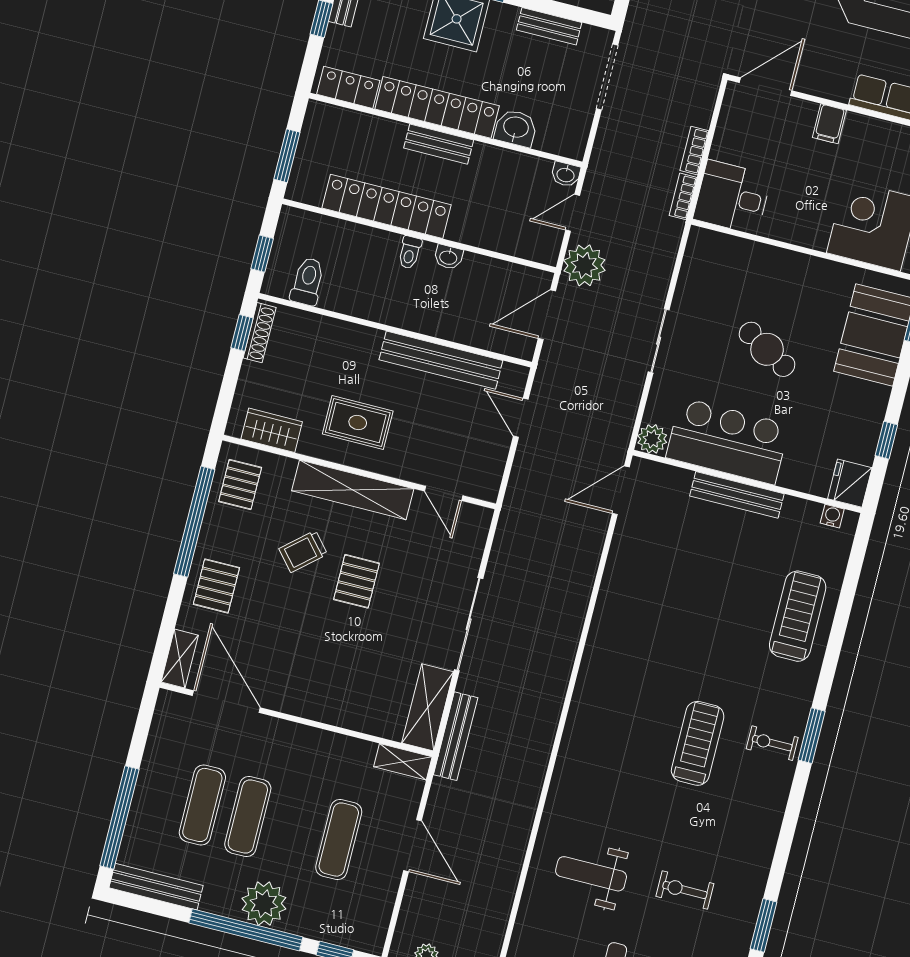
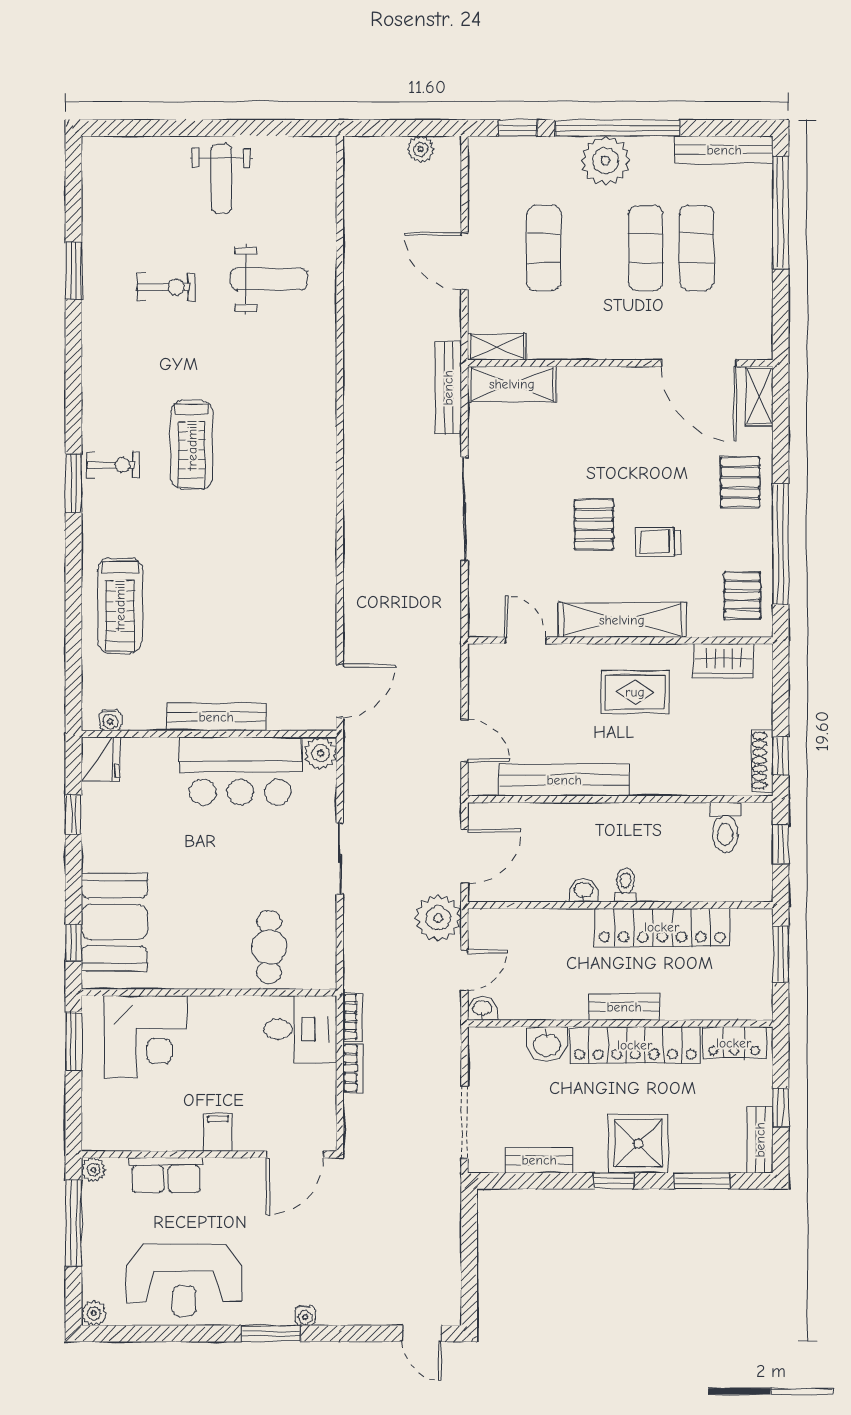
cafe table: (767, 349) -> (269, 947), moved, turned 60
trolley: (303, 551) -> (658, 542), turned -139
shelving: (428, 707) -> (512, 384), moved, turned 90

